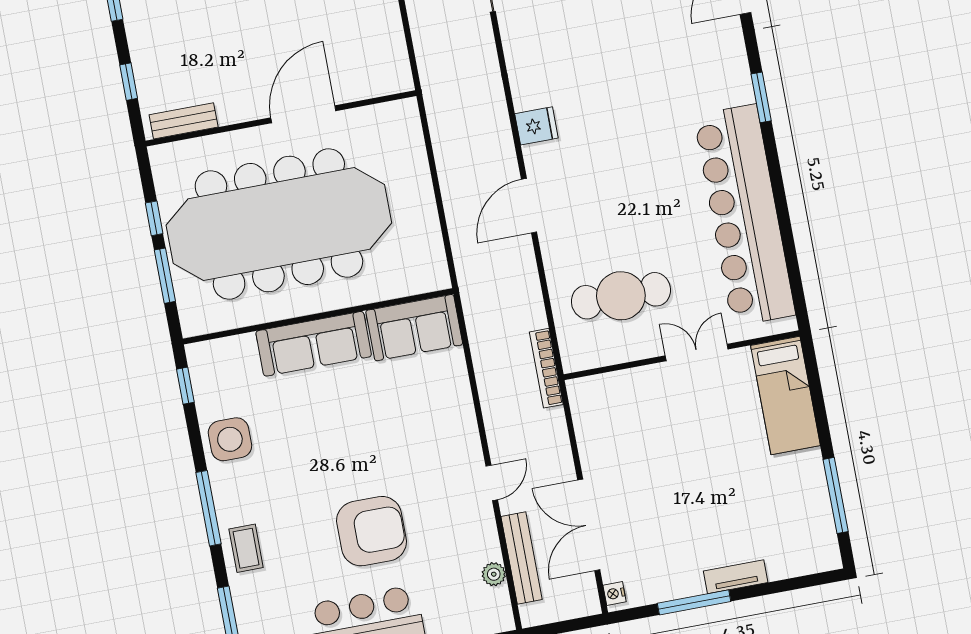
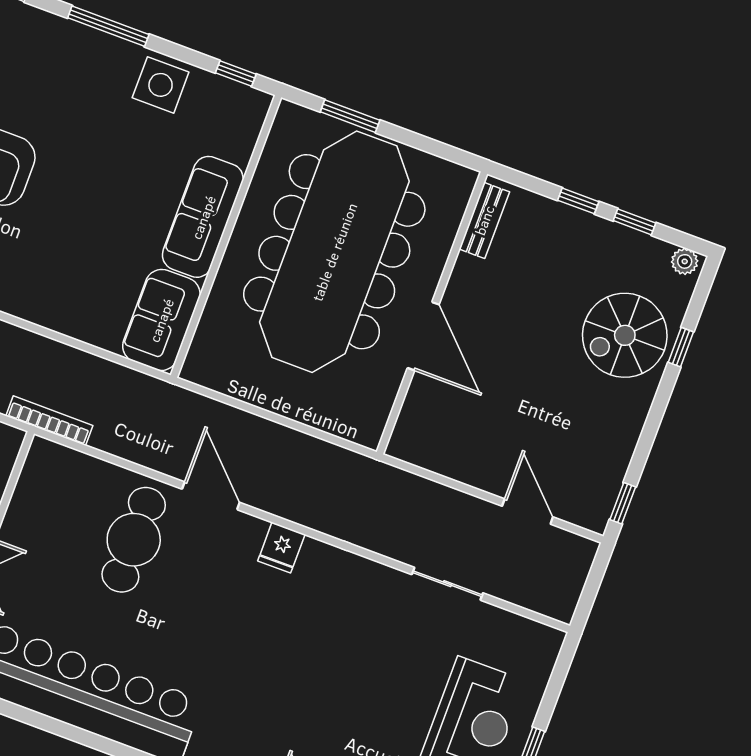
window: (129, 82) -> (578, 201), moved
window: (154, 218) -> (410, 138), removed
cafe table: (621, 296) -> (134, 540), moved
coffee table: (246, 548) -> (50, 39), removed

